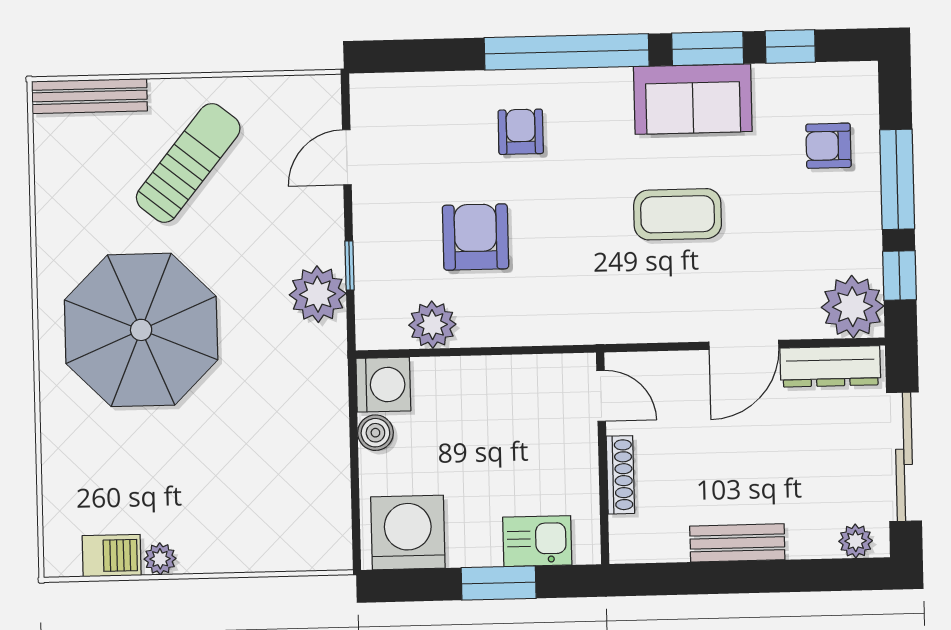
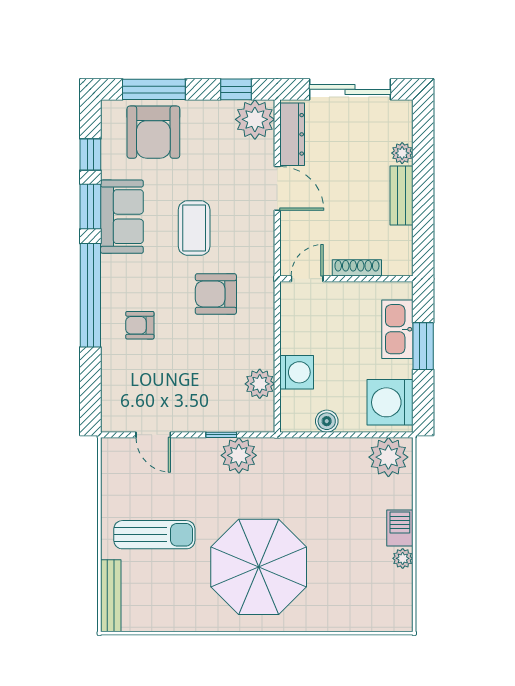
armchair: (828, 146) -> (153, 132), width x1.88, depth x1.88
sun lounger: (188, 163) -> (154, 535), turned 141
window: (897, 179) -> (154, 89), moved
armchair: (476, 237) -> (216, 294), moved
washing machine: (383, 385) -> (297, 372), moved, turned 90
plant: (321, 532) -> (388, 457), added
kitchen sink: (537, 541) -> (397, 329), width x1.38
plant: (856, 541) -> (402, 153), moved
barbecue: (112, 556) -> (400, 528), moved

